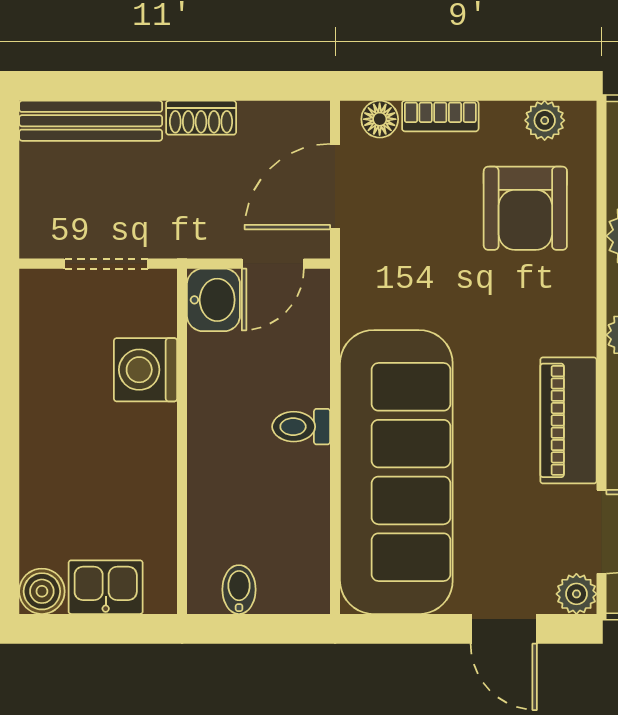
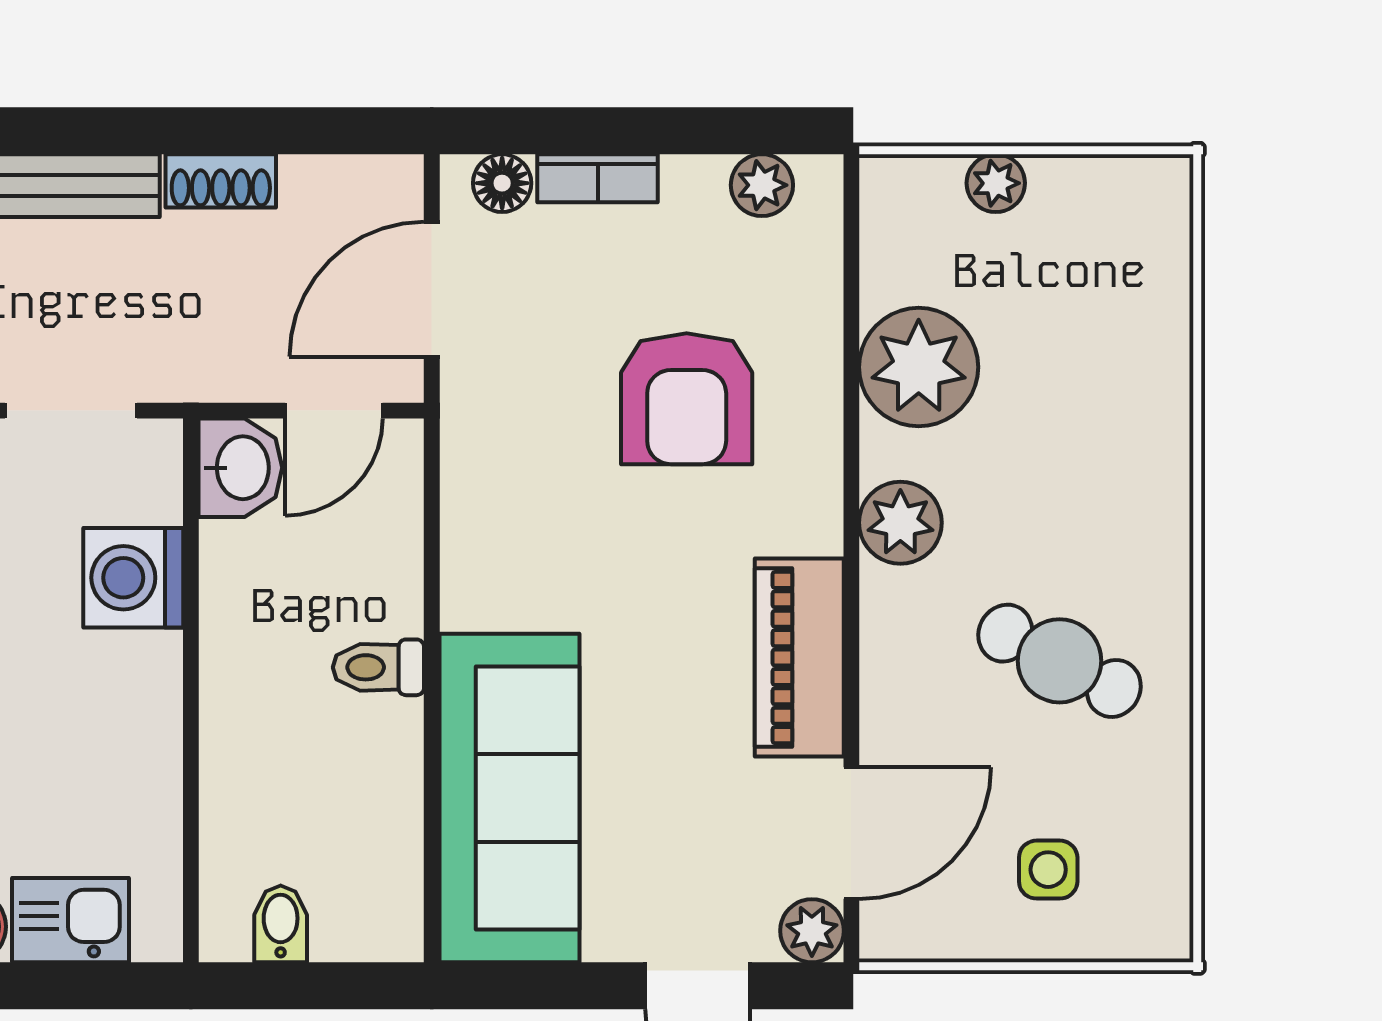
armchair: (525, 208) -> (687, 399), moved
sofa: (396, 472) -> (509, 798), width x0.74, depth x0.79

